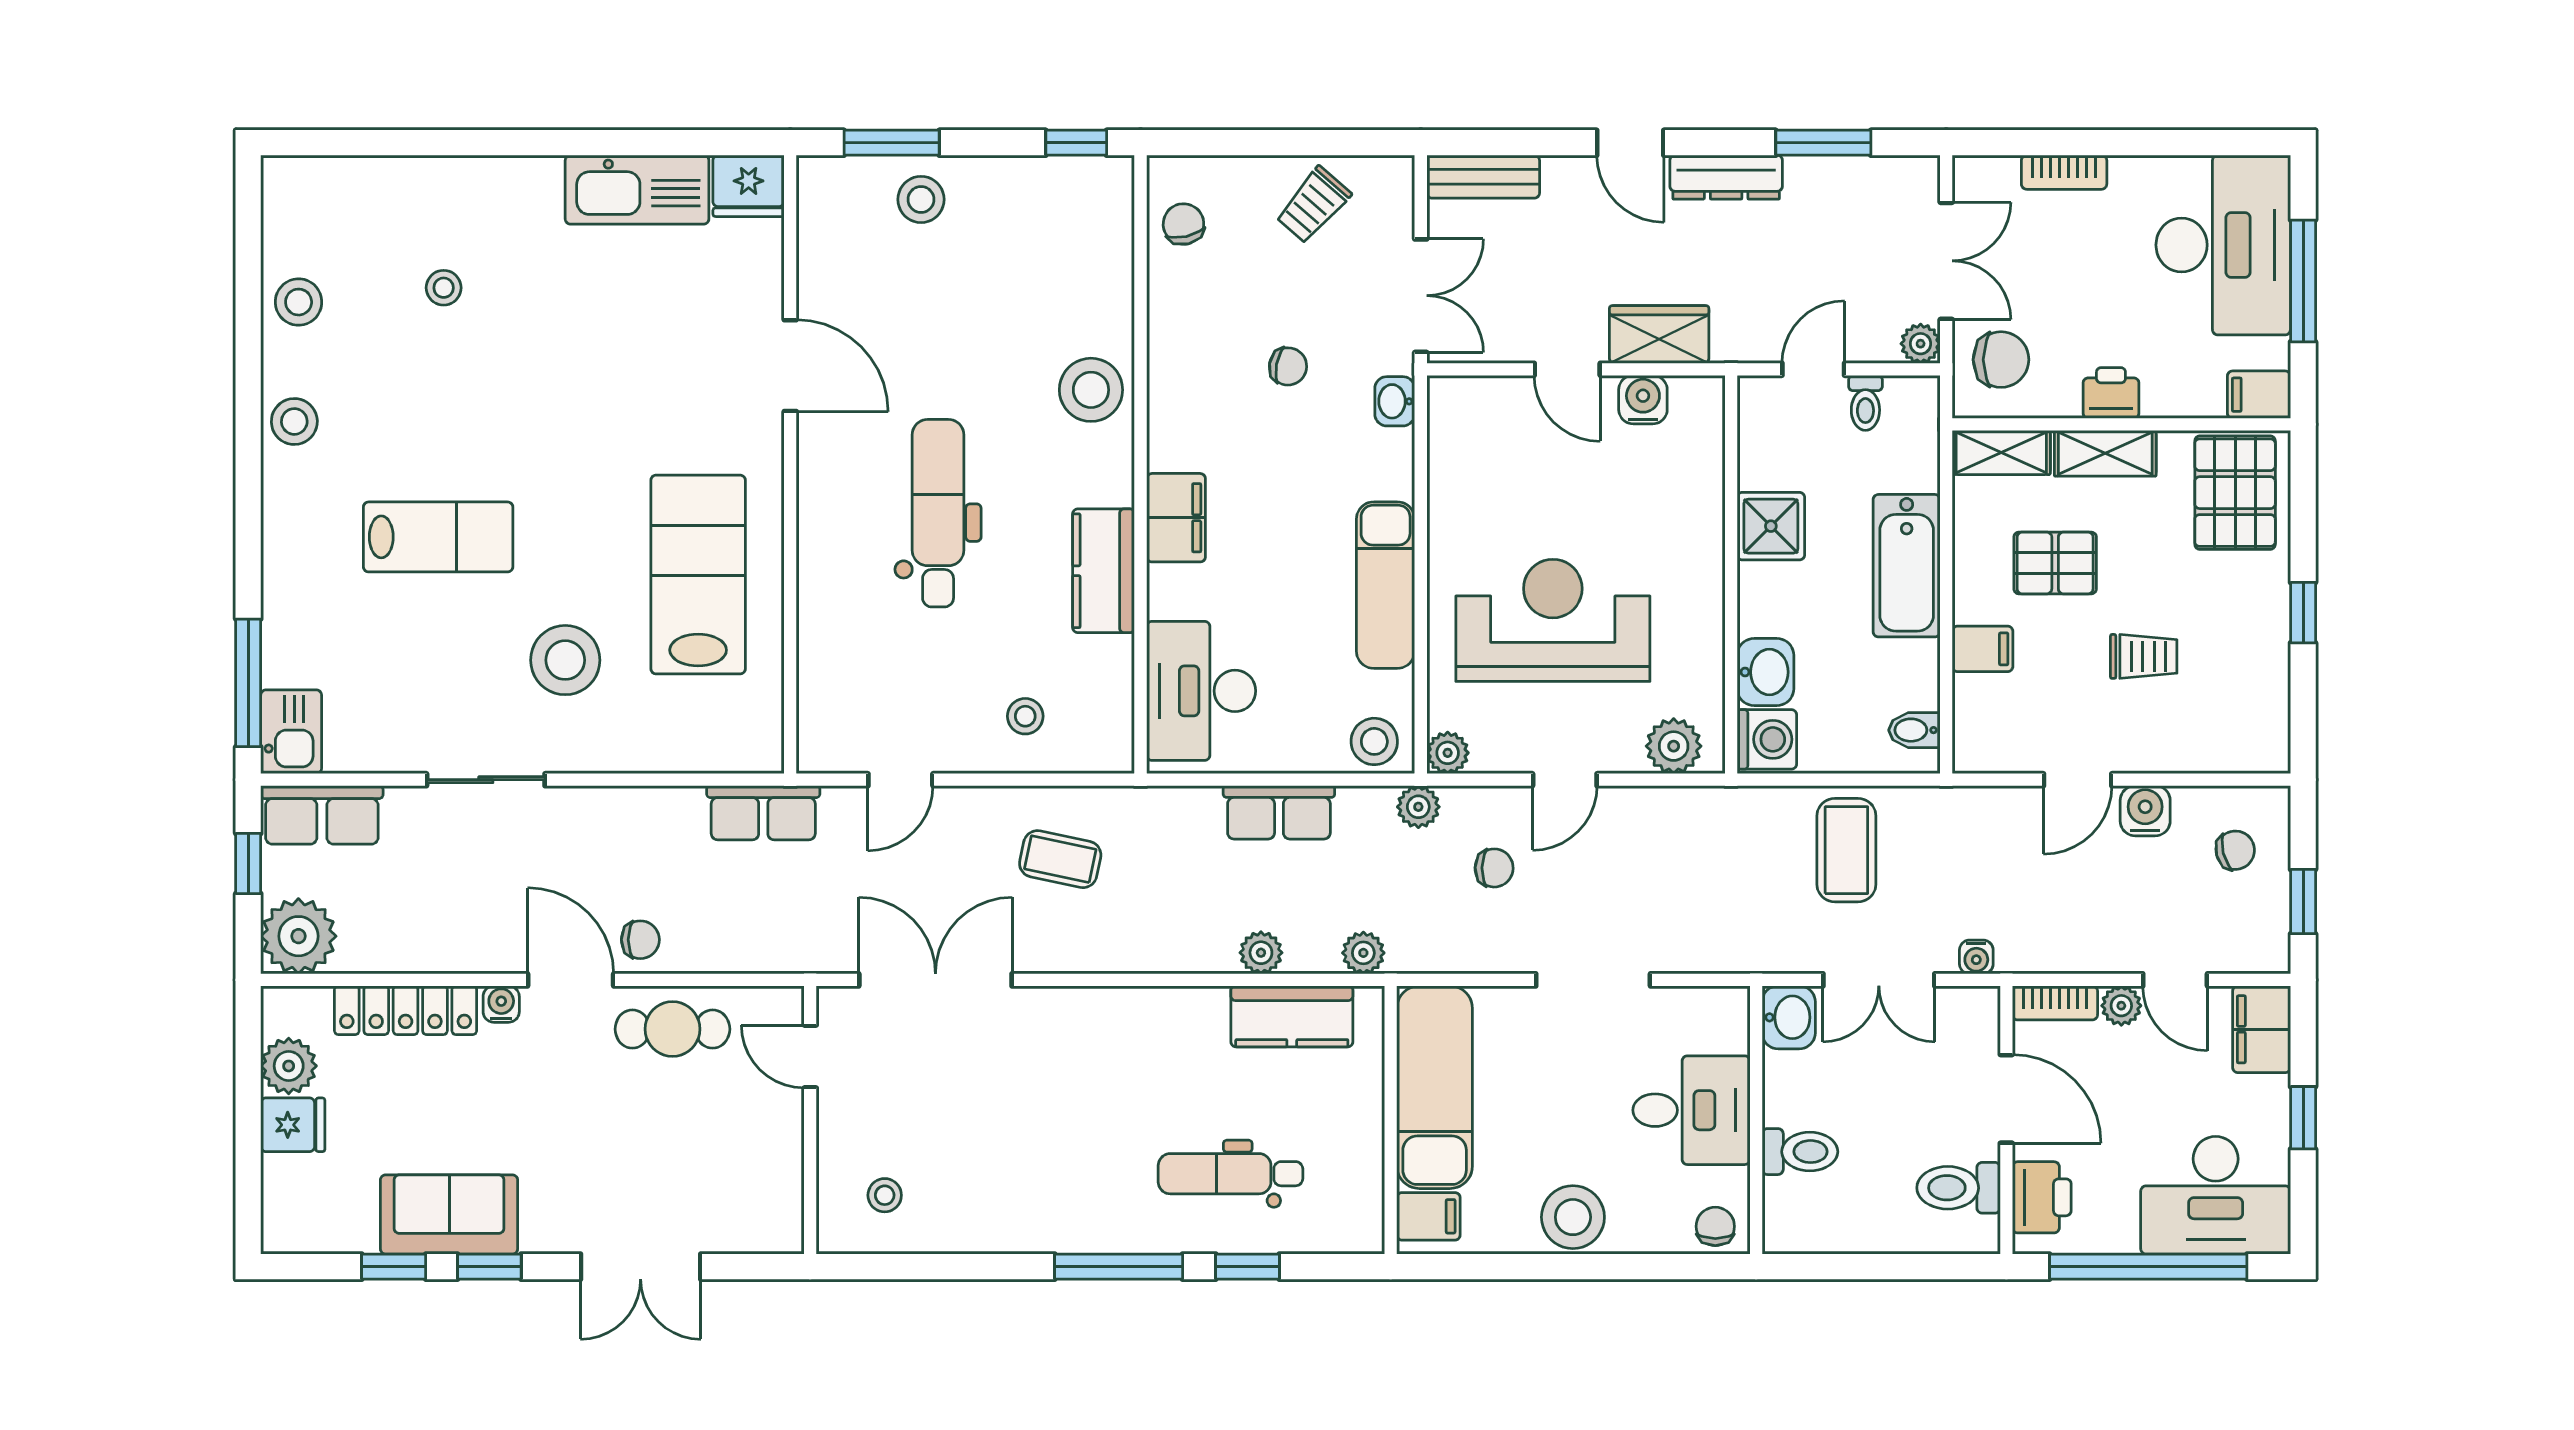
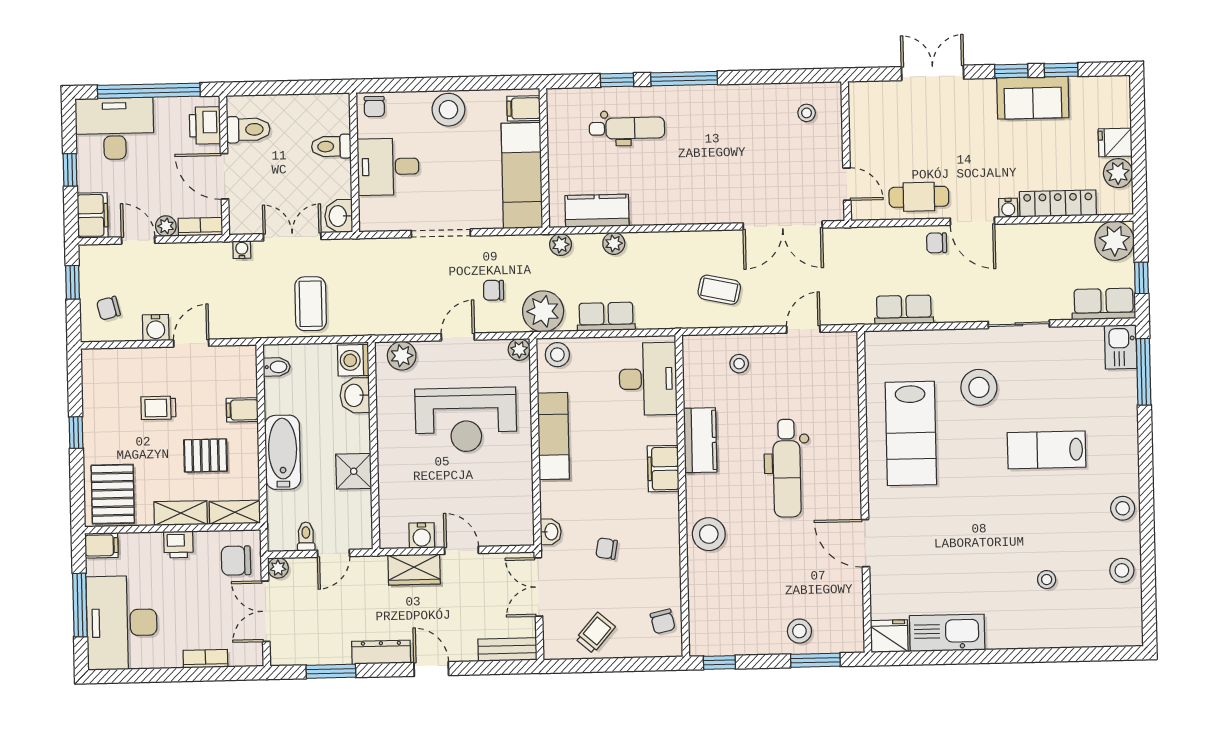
plant: (1418, 807) -> (543, 311), width x1.88, depth x1.88
row of seats: (763, 813) -> (904, 310), moved

